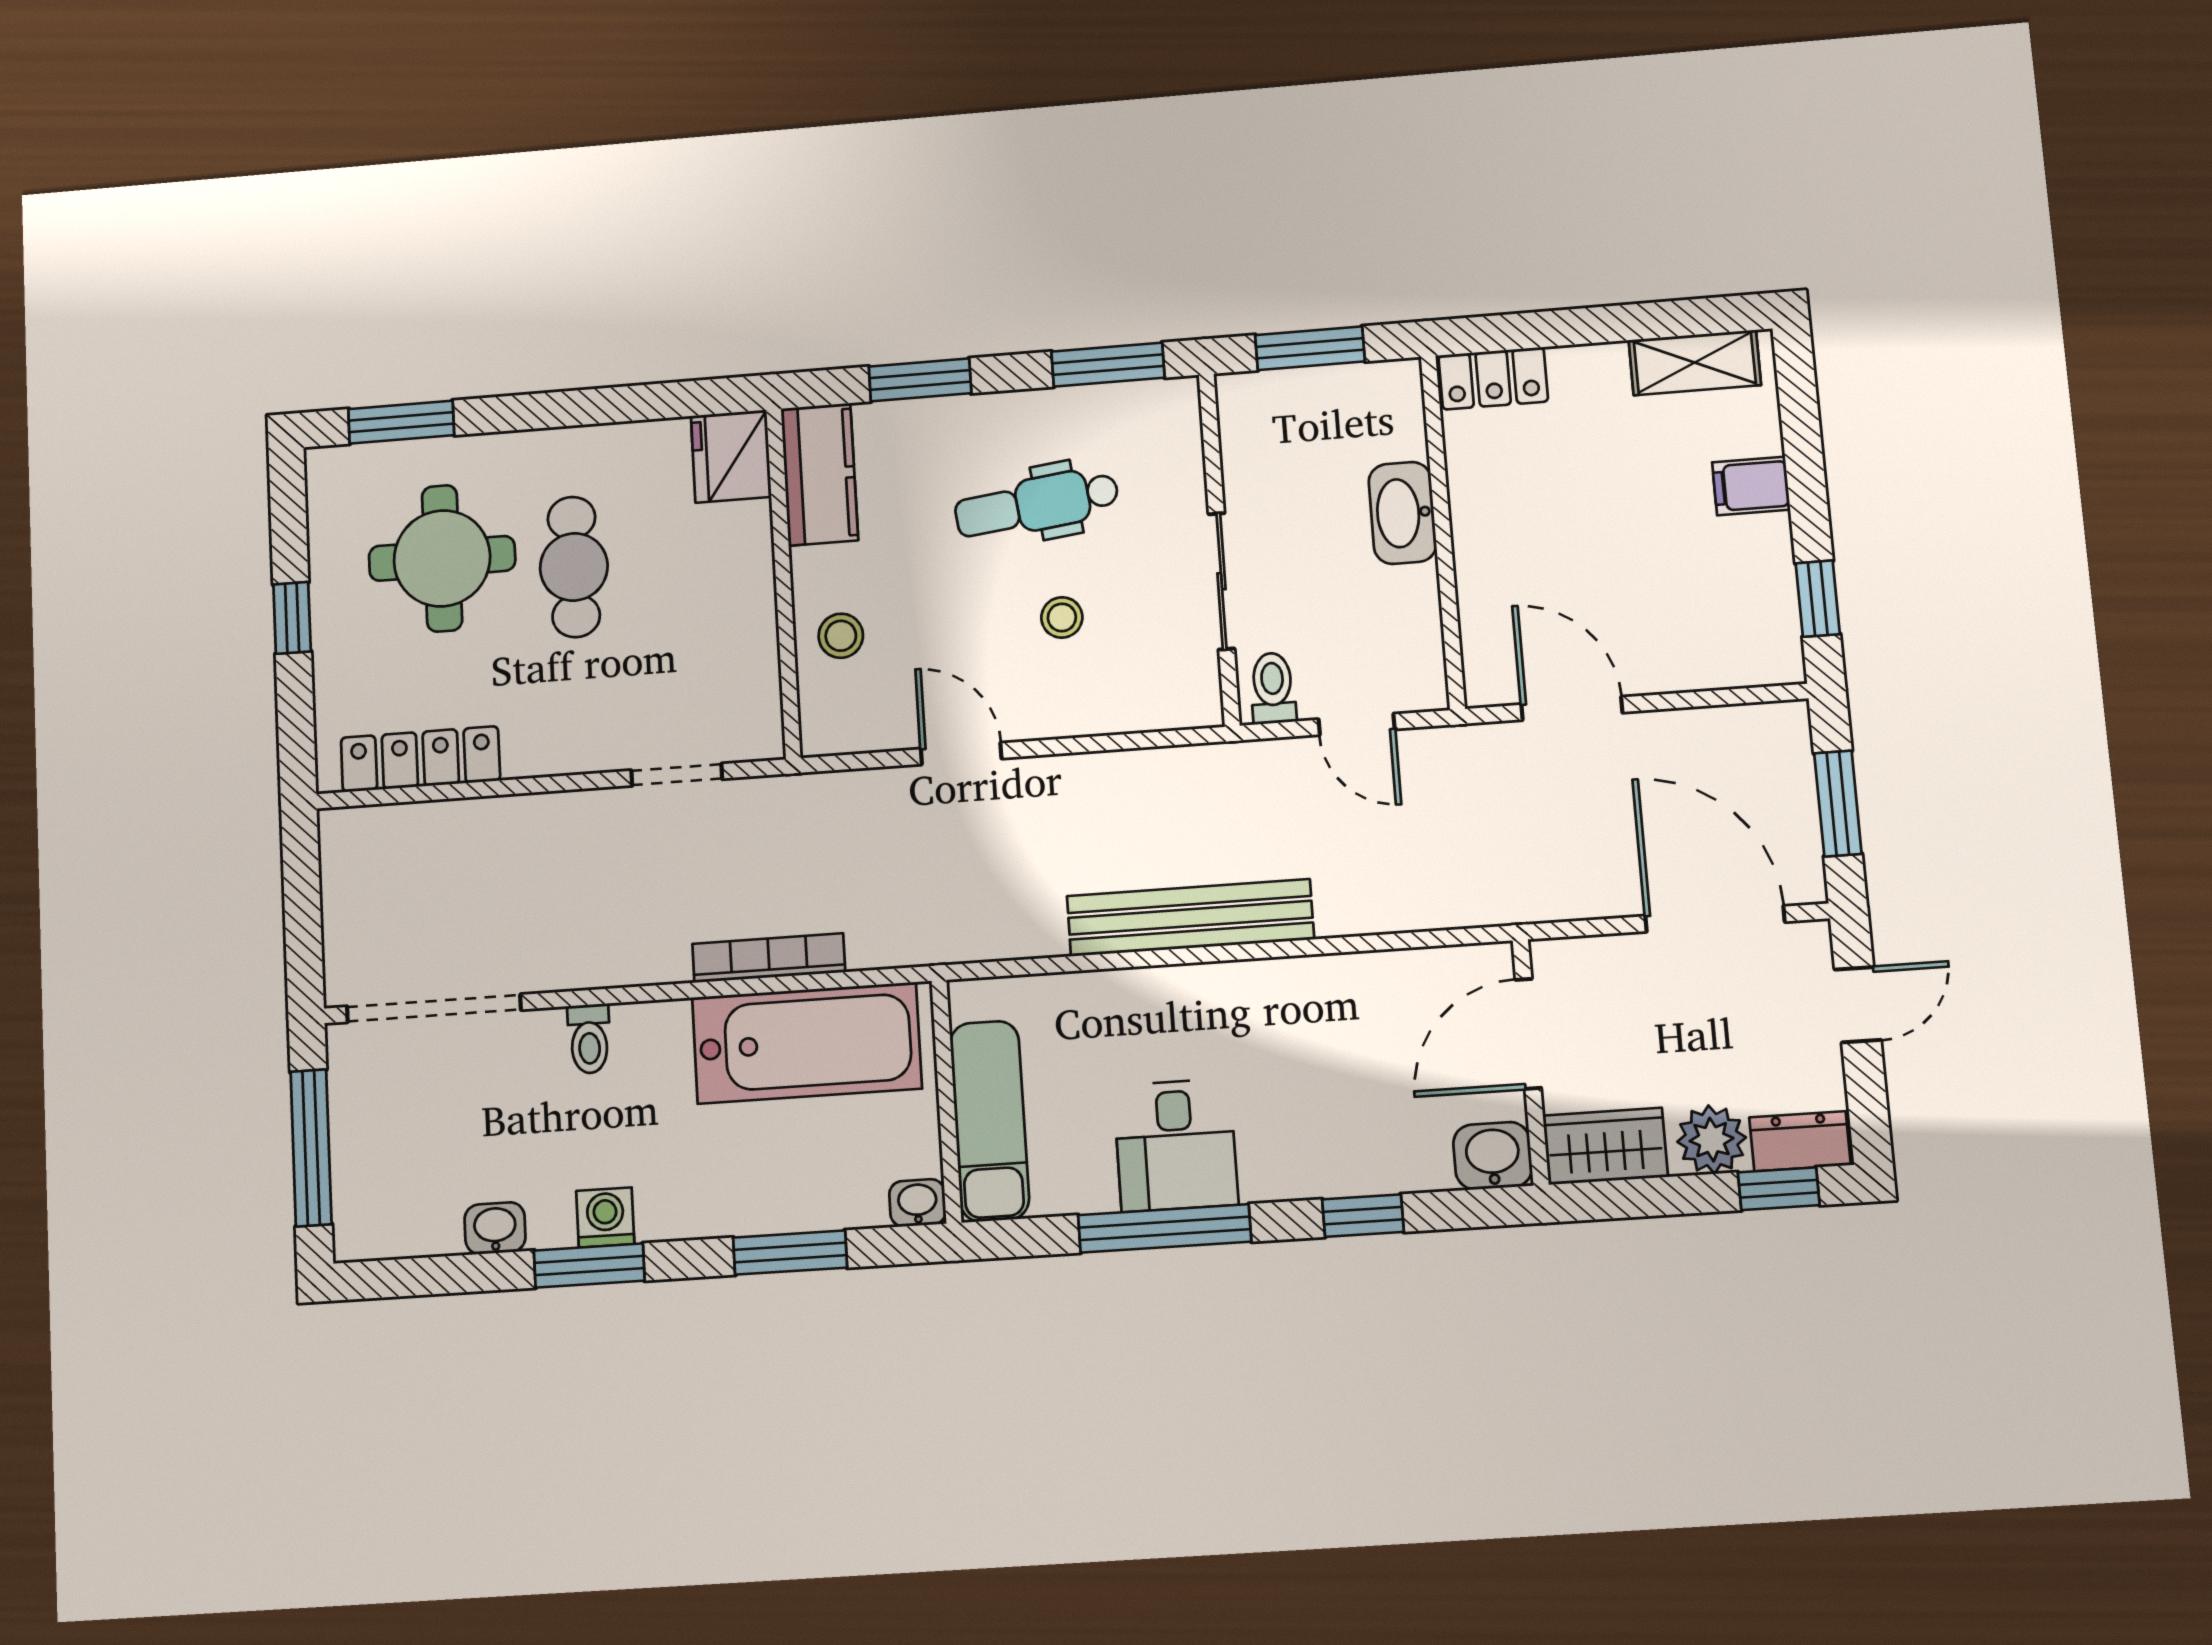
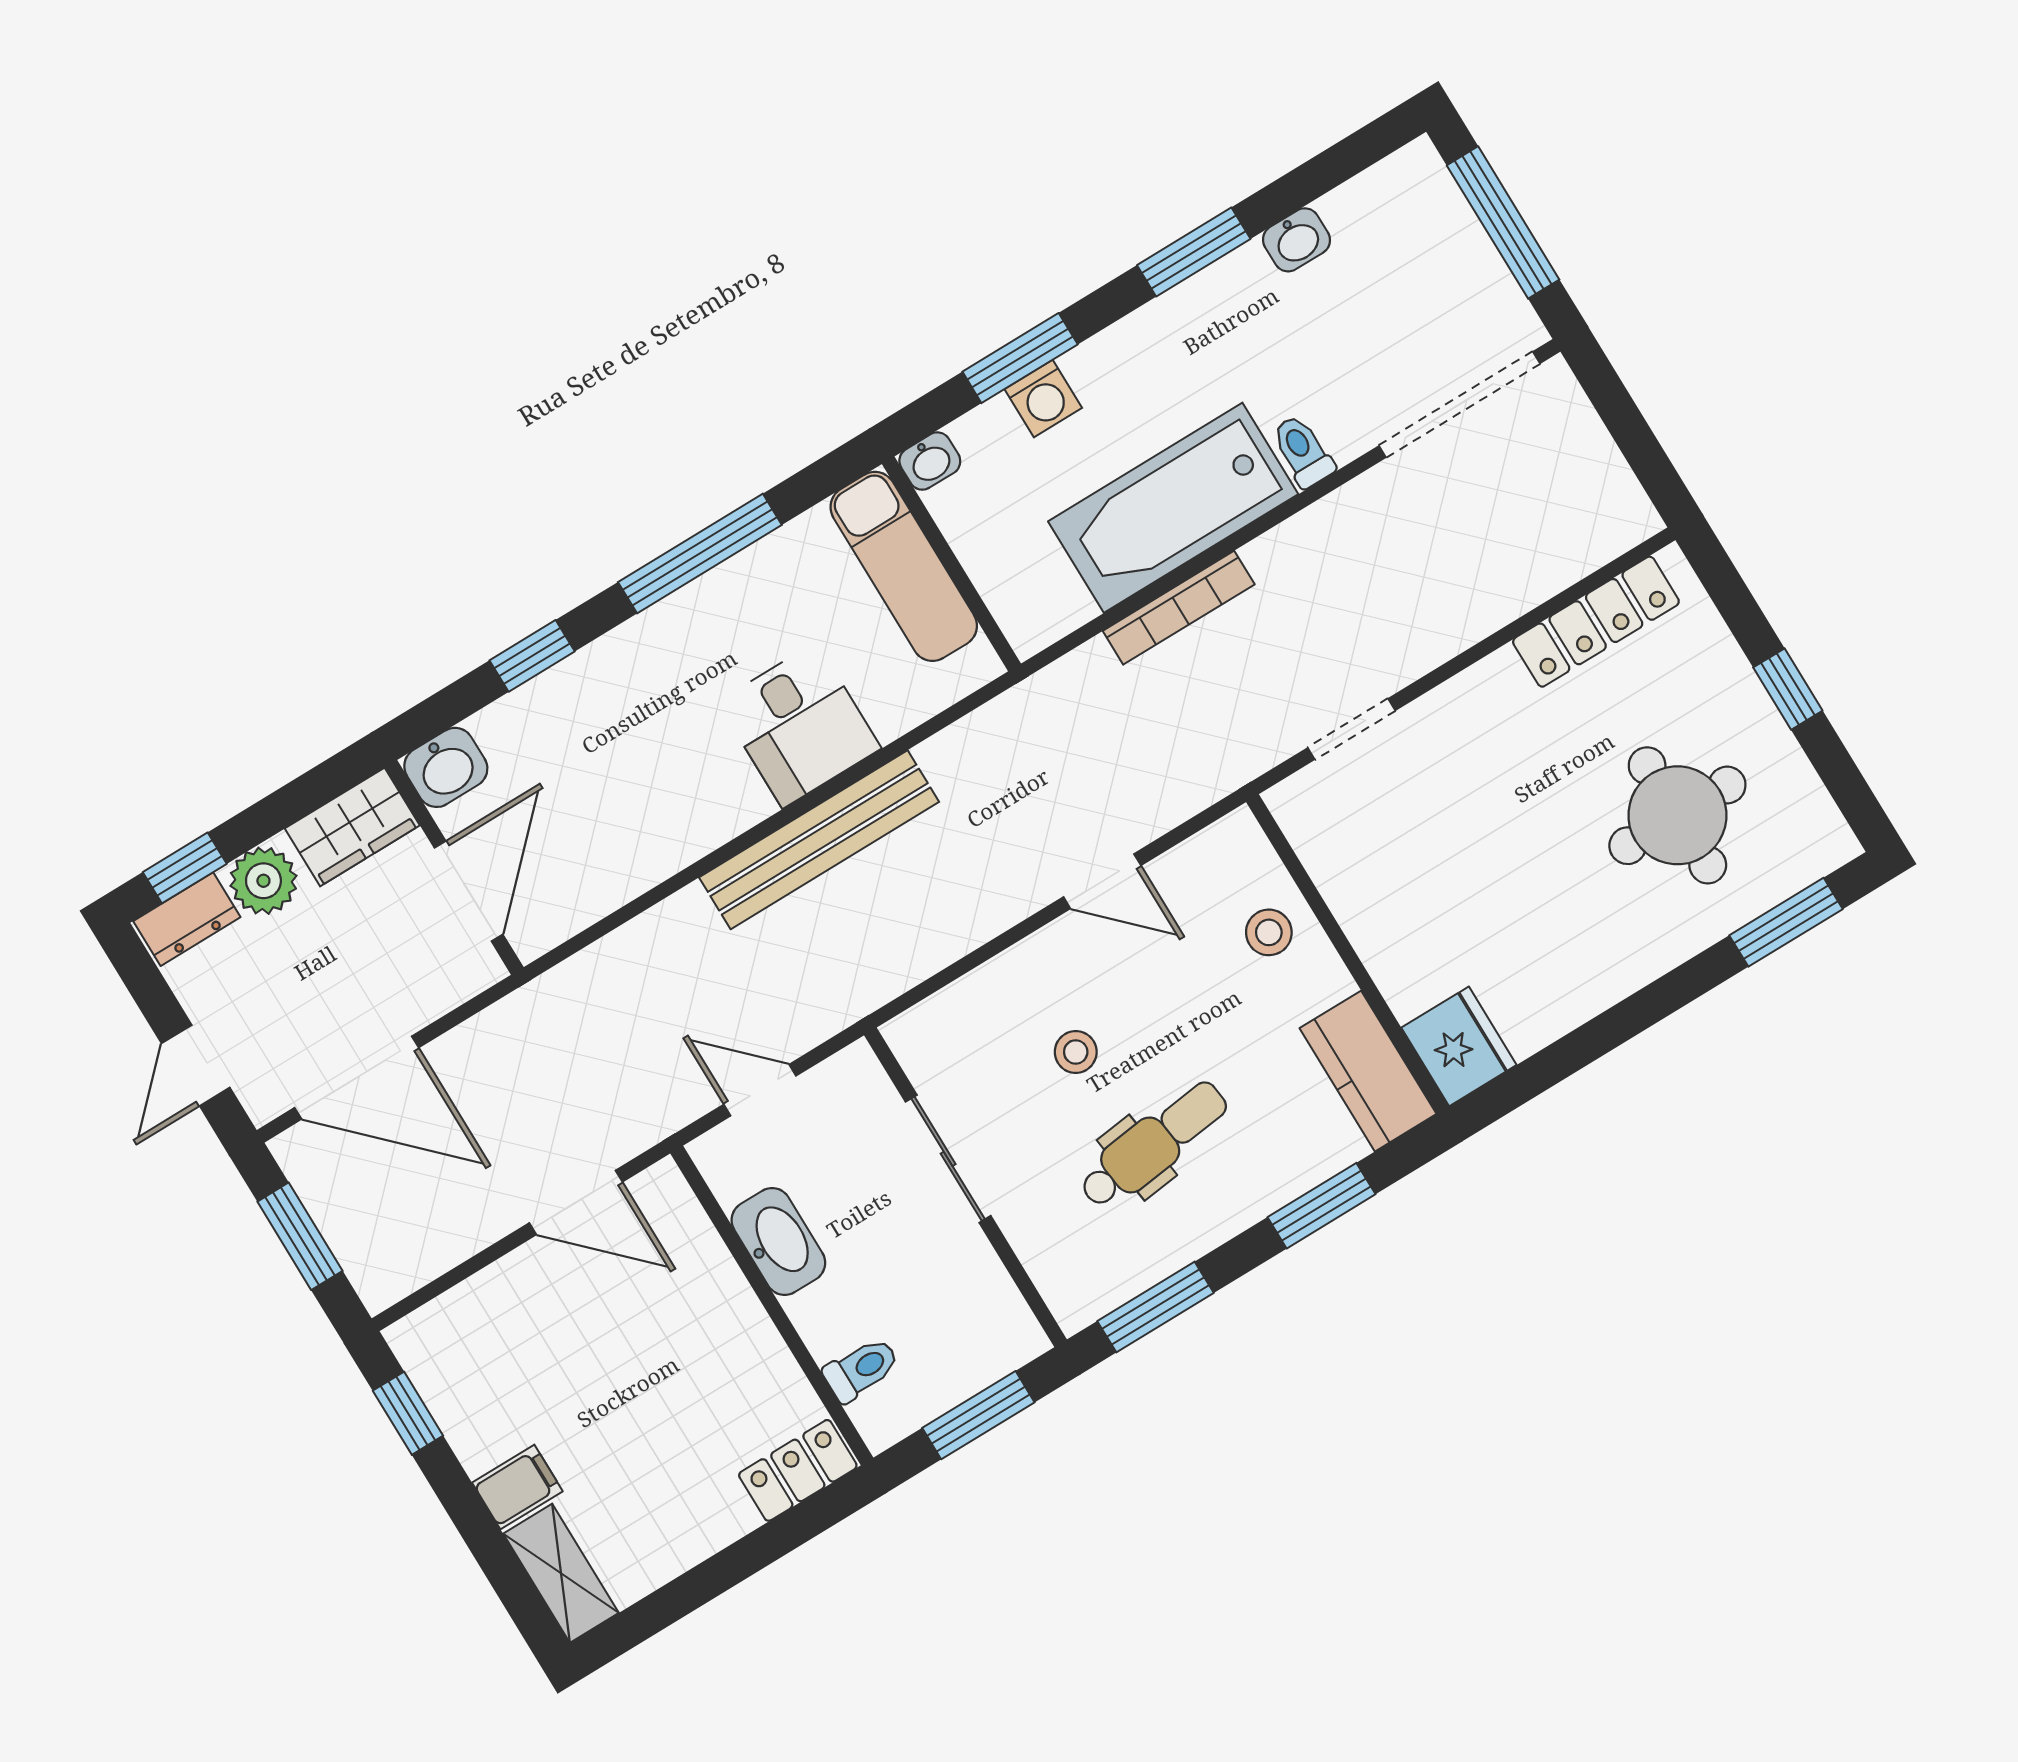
shelving: (1695, 363) -> (561, 1573), moved, turned 90
washbasin: (1402, 513) -> (778, 1241), moved
cafe table: (574, 567) -> (1550, 870), removed
toilet: (1273, 688) -> (861, 1369), moved, turned -90
bathtub: (807, 1043) -> (1173, 508), moved
desk: (1176, 1145) -> (799, 725), moved, turned 180
washing machine: (605, 1217) -> (1043, 399), moved

